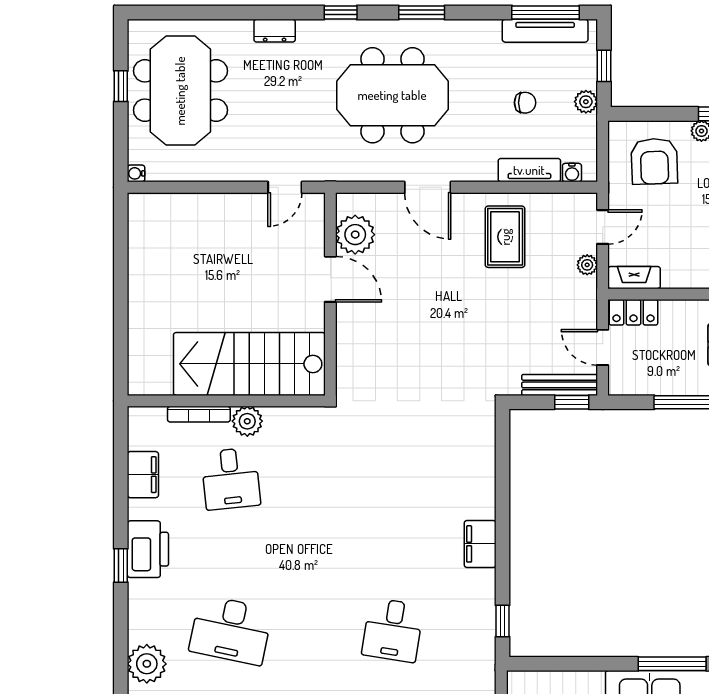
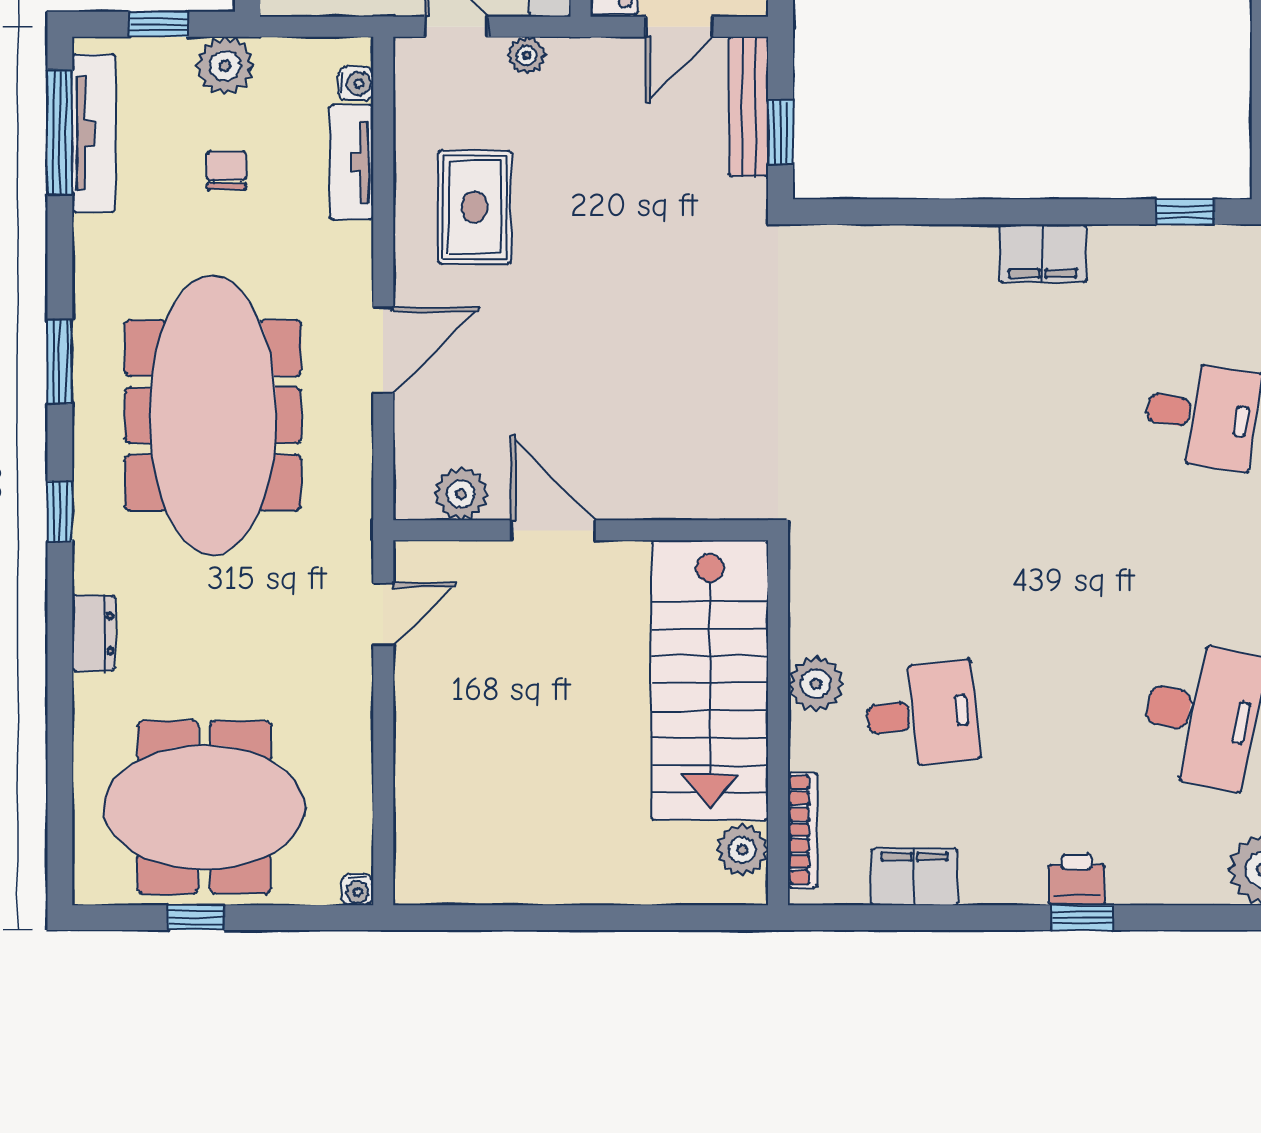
meeting table: (392, 95) -> (213, 415), width x1.36
plant: (586, 102) -> (225, 66), width x1.38, depth x1.38
door: (285, 187) -> (383, 614), hinge flipped
plant: (355, 235) -> (461, 494), width x0.73, depth x0.73
rug: (505, 237) -> (475, 207), turned 90
door: (330, 279) -> (553, 530), hinge flipped
plant: (157, 382) -> (742, 850), added
window: (572, 402) -> (780, 132), moved
bookcase: (199, 414) -> (803, 830), moved
printer: (148, 549) -> (1077, 880), width x0.53, depth x0.68

